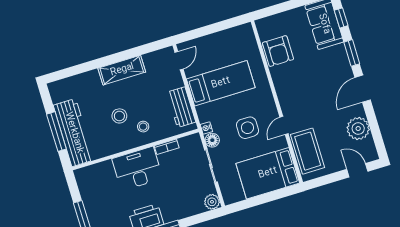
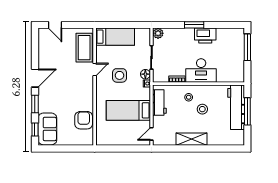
plant: (358, 129) -> (46, 52), removed
bed: (268, 173) -> (115, 37), width x0.67

